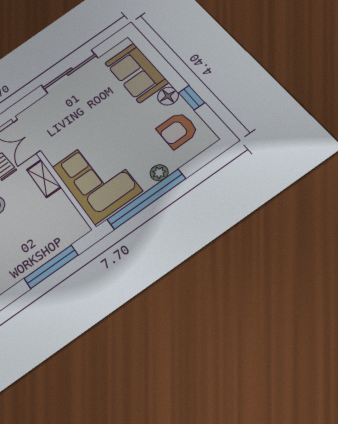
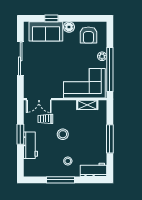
window: (191, 98) -> (51, 18), moved
shelving: (44, 178) -> (87, 105), moved
window: (51, 267) -> (110, 139), moved

